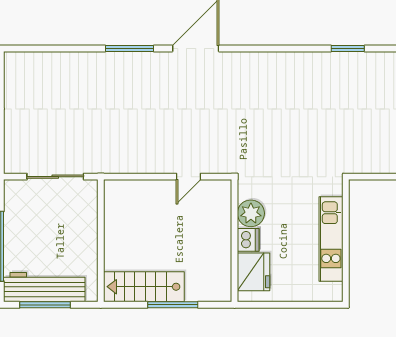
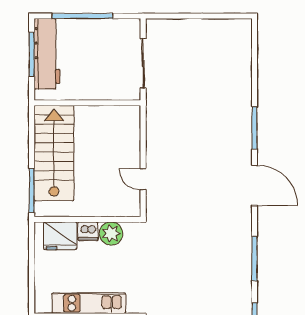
window: (280, 48) -> (255, 259), added
stairs: (144, 287) -> (54, 153), width x1.36, depth x1.51
window: (173, 305) -> (32, 190), moved

